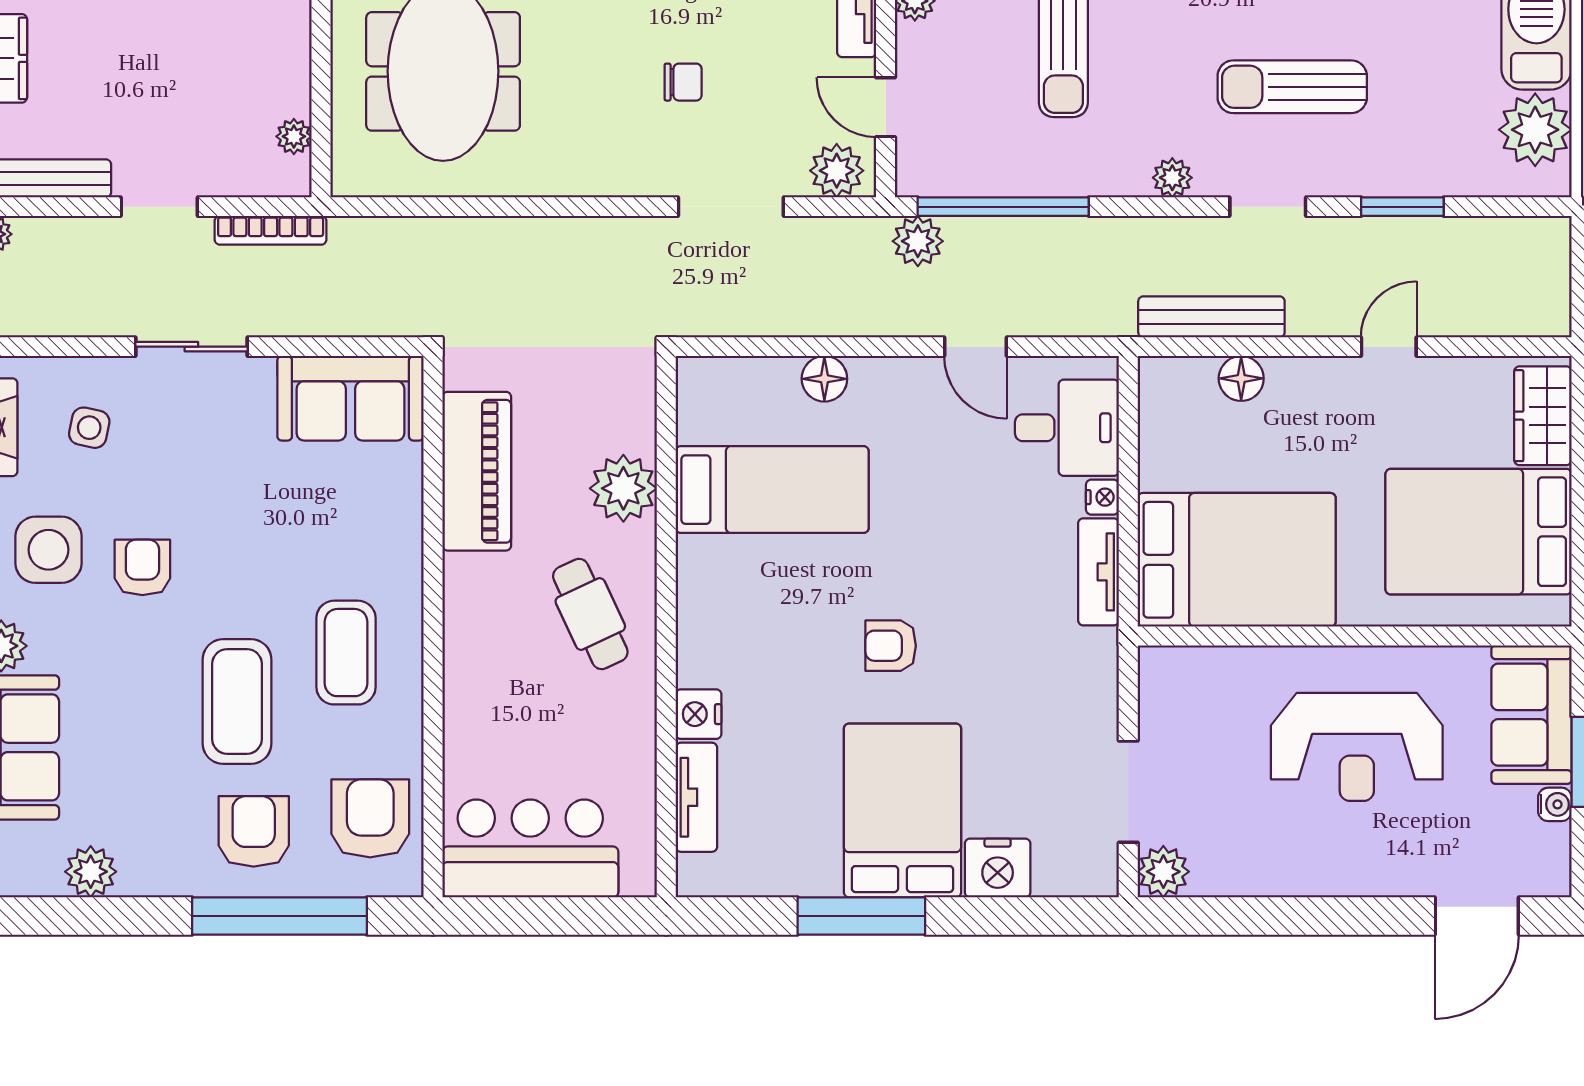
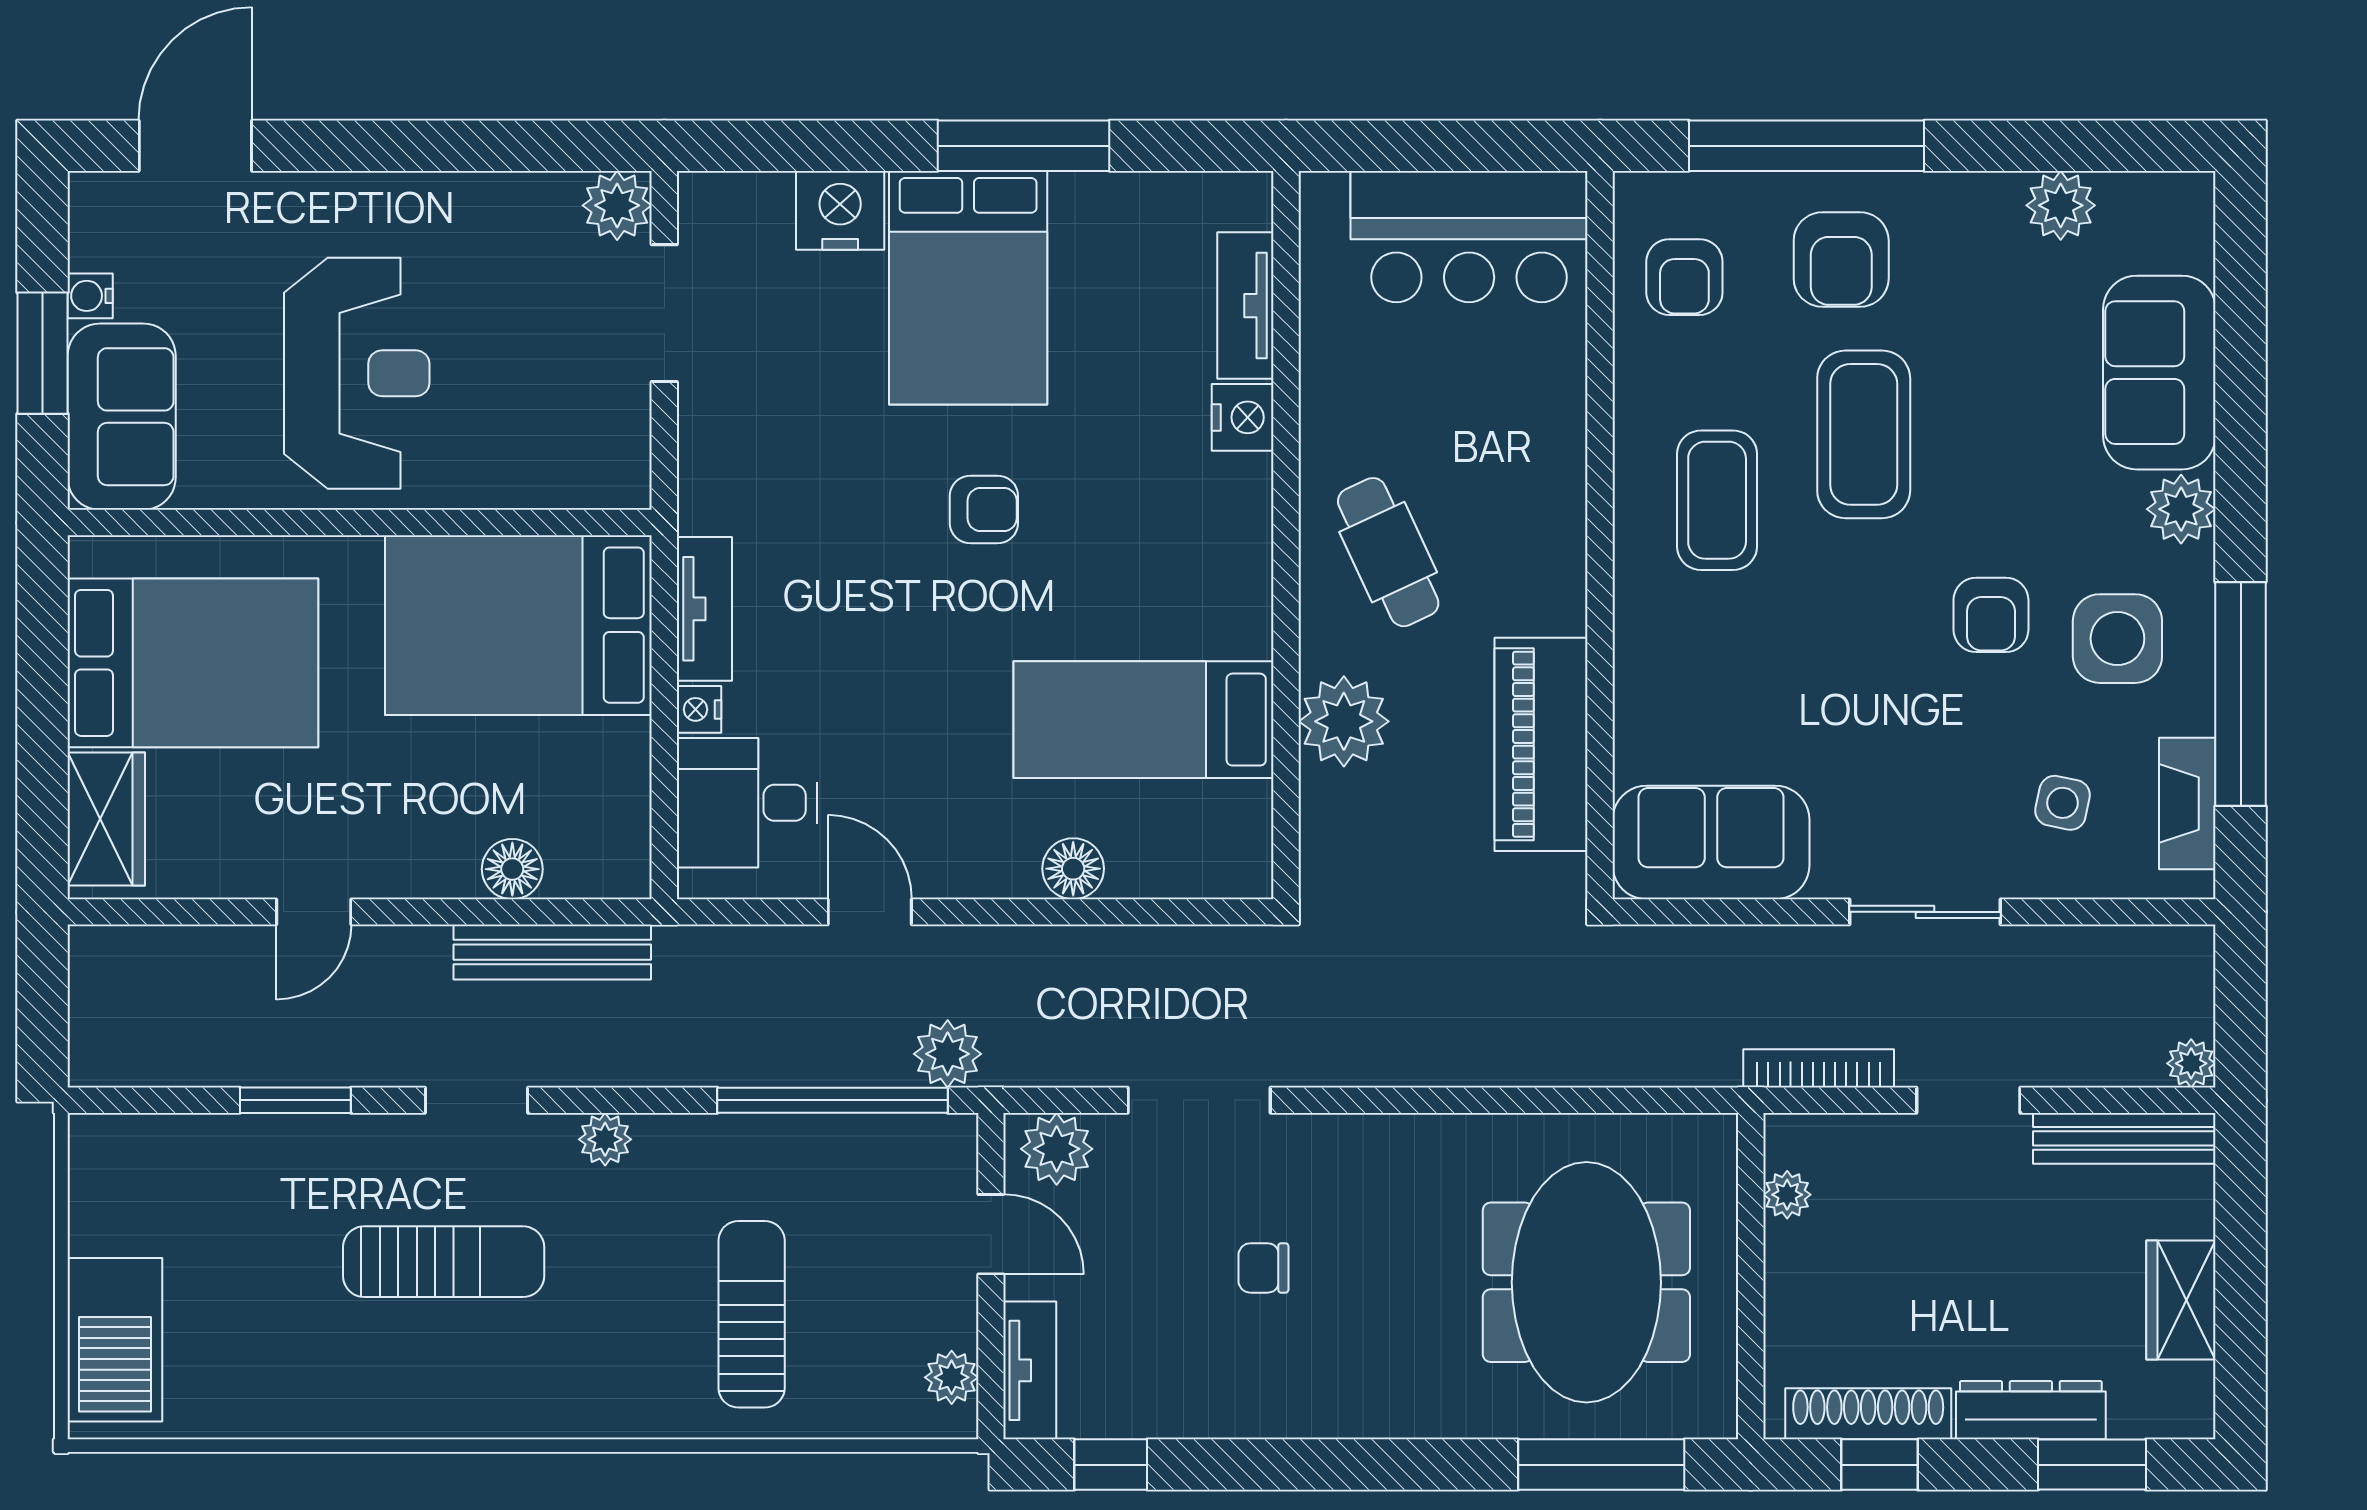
plant: (1535, 130) -> (117, 1204), removed
reception desk: (1357, 747) -> (357, 373), turned 90
armchair: (370, 818) -> (1684, 277), width x0.72, depth x0.72

